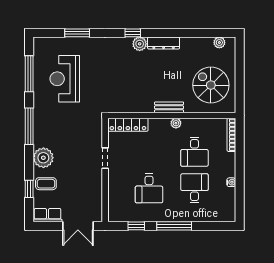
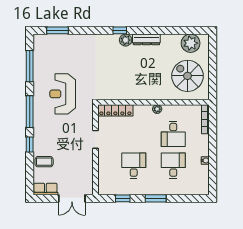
window: (77, 33) -> (57, 30), moved
plant: (219, 43) -> (191, 43), width x1.88, depth x1.88
reception desk: (65, 79) -> (63, 94), moved
bench: (169, 107) -> (151, 95), removed
plant: (43, 158) -> (42, 139), removed
desk: (149, 188) -> (134, 166), turned 180
window: (29, 189) -> (30, 145), moved
window: (174, 226) -> (156, 198), width x0.69

